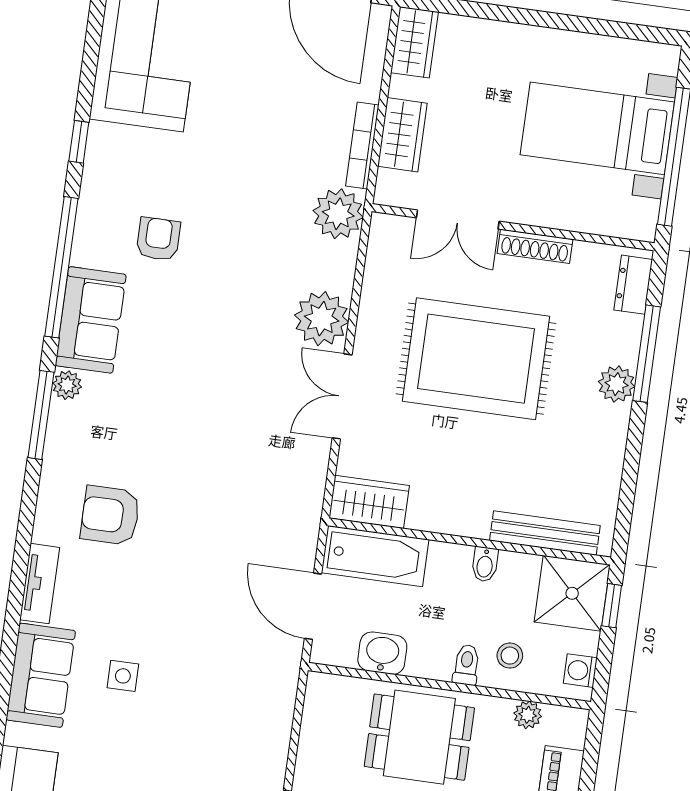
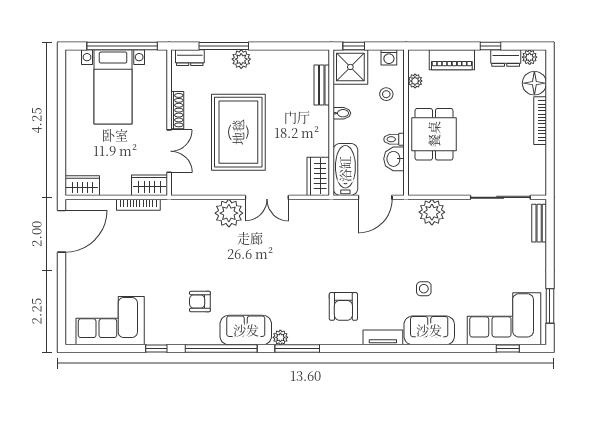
wardrobe: (402, 135) -> (149, 185), moved
plant: (338, 214) -> (432, 212), moved
bench: (545, 533) -> (322, 85), width x0.73
toilet: (466, 665) -> (394, 139), moved

